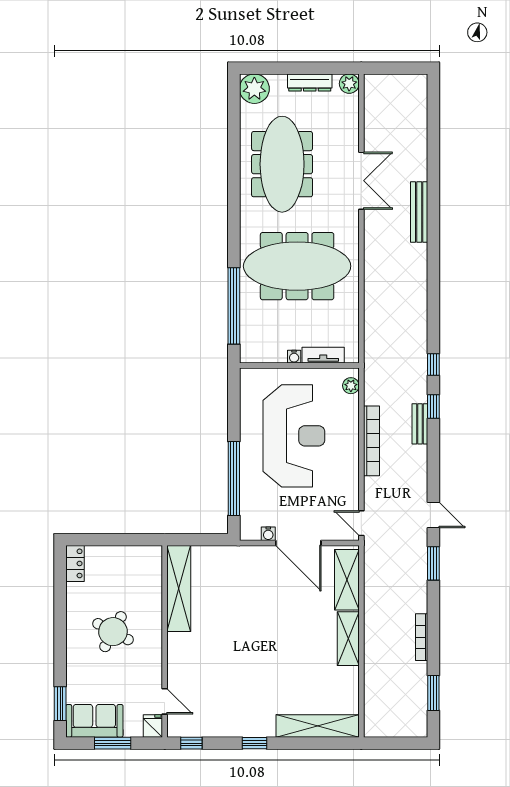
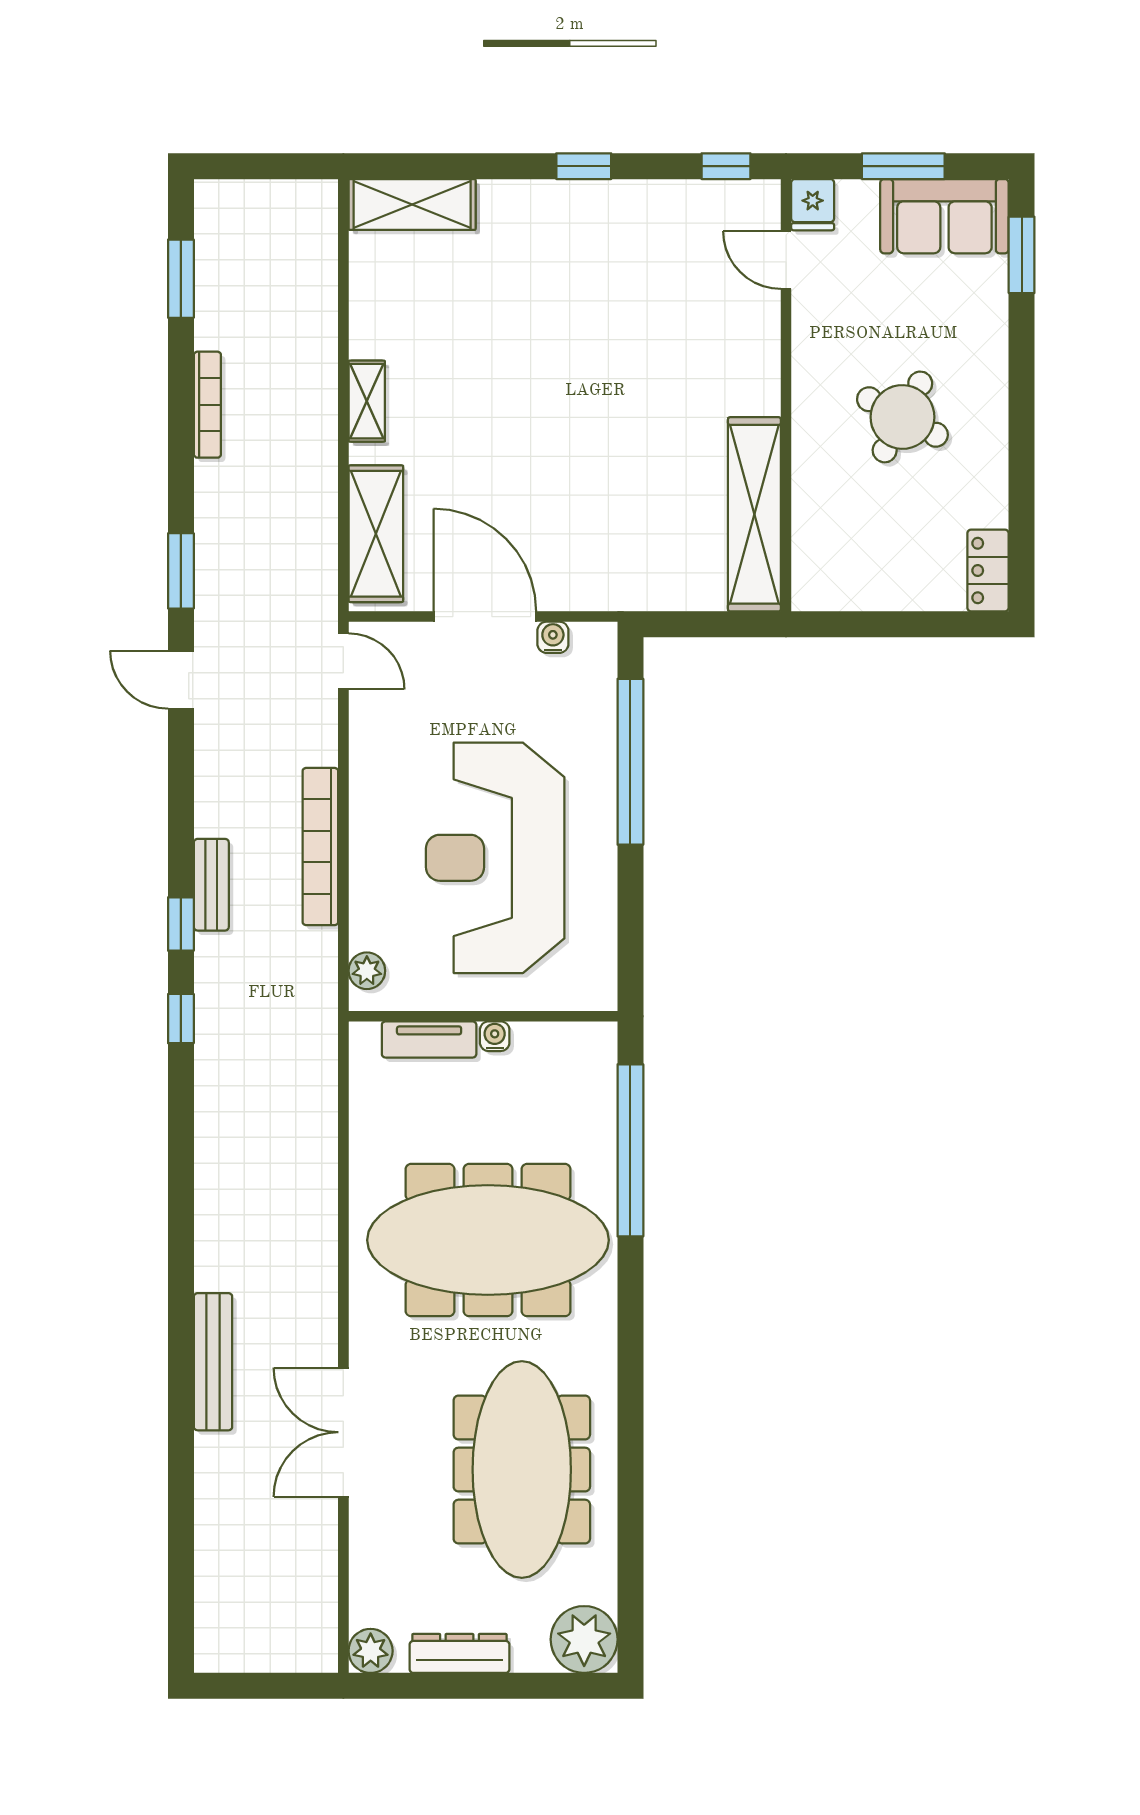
shelving: (348, 639) -> (367, 401), width x0.67, depth x0.75
shelving: (318, 726) -> (412, 204), width x0.68

